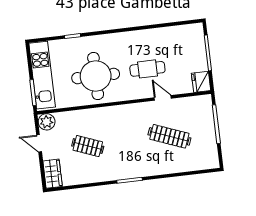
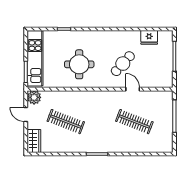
cafe table: (147, 69) -> (123, 64), turned -48
round table: (96, 76) -> (79, 64), width x0.73, depth x0.73
fridge: (201, 82) -> (149, 37), moved, turned -90
clothes rail: (88, 146) -> (66, 122), width x1.36

